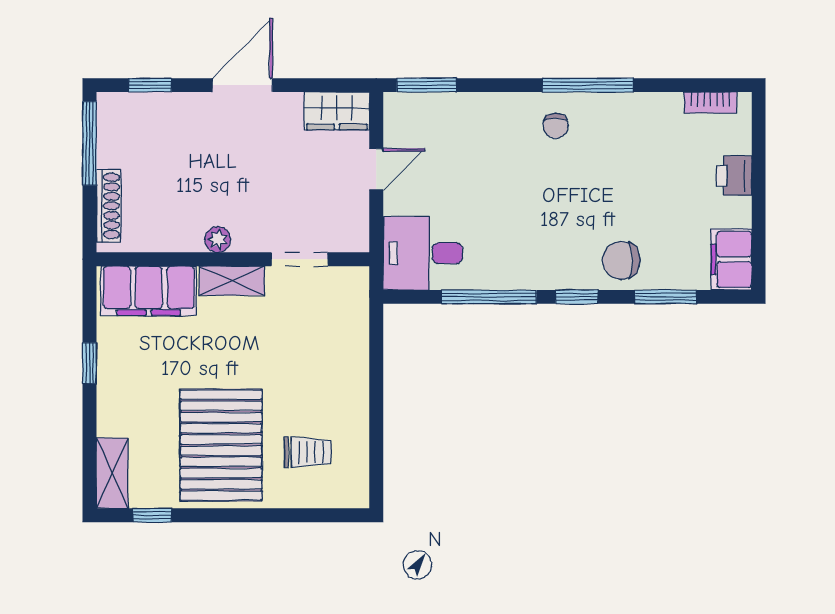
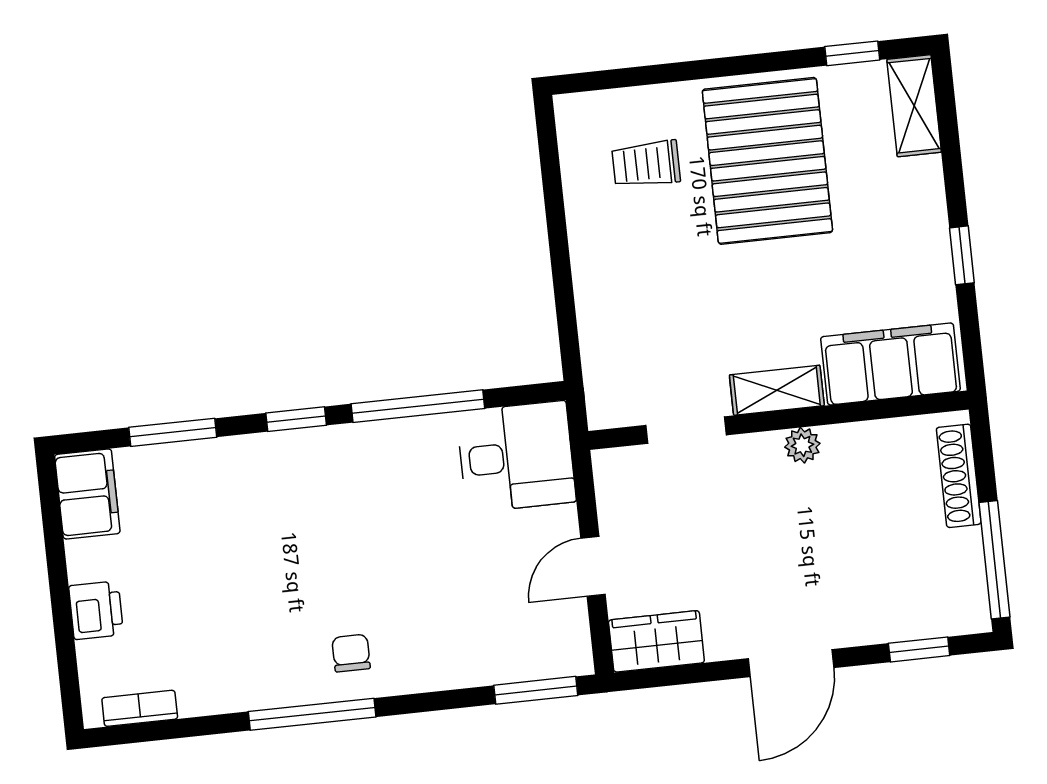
chair: (621, 260) -> (240, 476), removed

